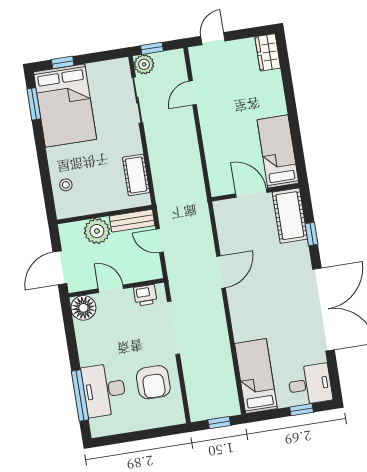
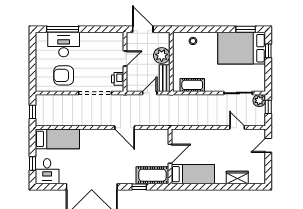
door: (213, 39) -> (268, 145), swing flipped
wardrobe: (268, 52) -> (237, 178), moved
floor lamp: (83, 308) -> (116, 40), removed

